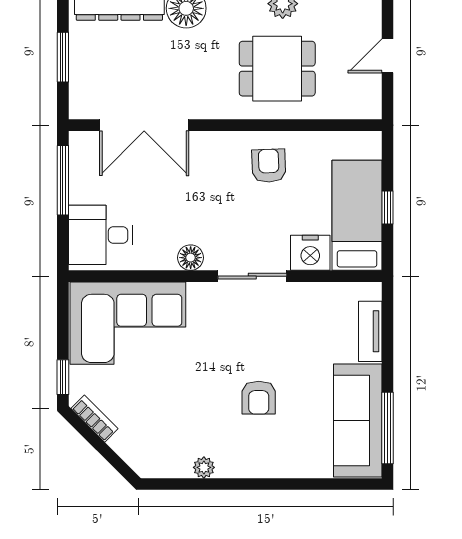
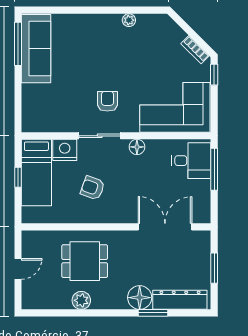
armchair: (269, 166) -> (92, 188), moved, turned 112
window: (63, 180) -> (214, 169), moved
tv unit: (370, 331) -> (28, 102), removed
armchair: (259, 398) -> (107, 101), moved

